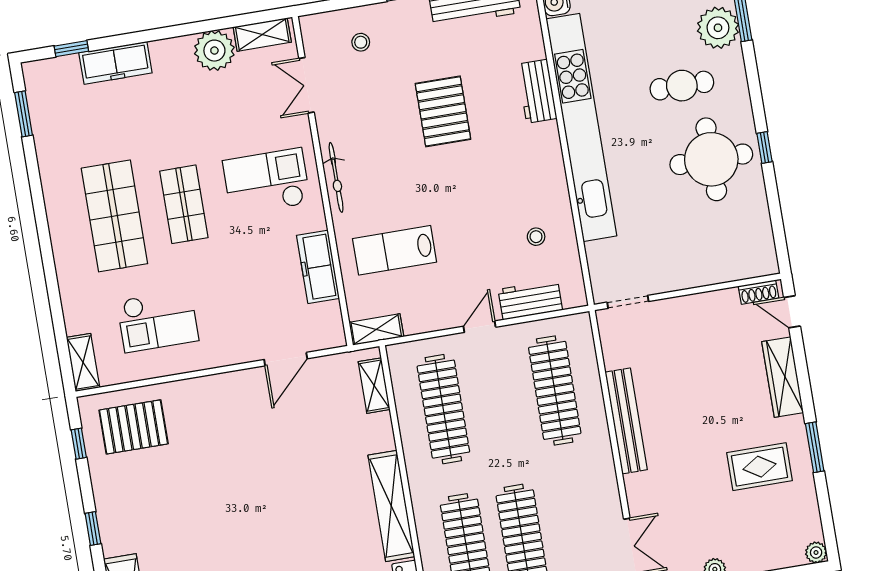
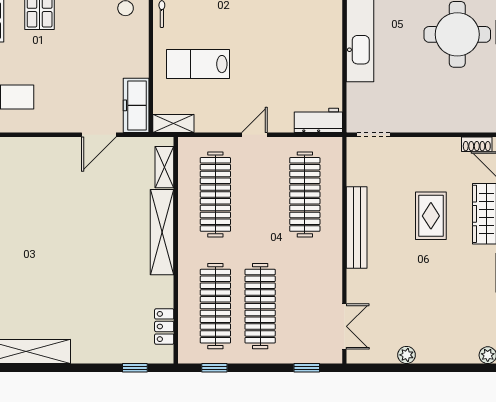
stool: (536, 237) -> (310, 72), removed
freezer: (318, 267) -> (136, 105), moved
workbench: (530, 300) -> (318, 120), moved
rug: (760, 467) -> (431, 216), moved, turned 90
shelving: (391, 506) -> (162, 232), moved

